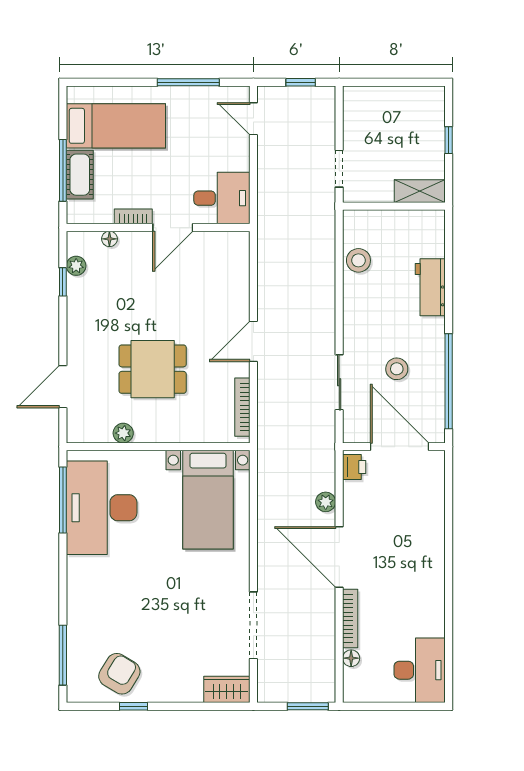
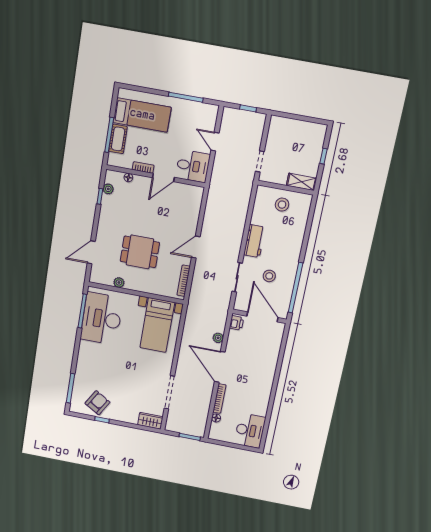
door: (253, 119) -> (215, 142), moved
stool: (358, 260) -> (282, 205), moved
workbench: (430, 287) -> (254, 241), moved, turned 180

